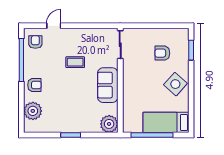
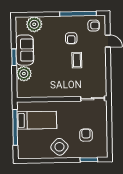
armchair: (34, 85) -> (71, 38), moved
sofa: (108, 85) -> (25, 50), moved, turned 90
bed: (166, 122) -> (37, 120), moved, turned 90
plant: (109, 124) -> (24, 74), moved

